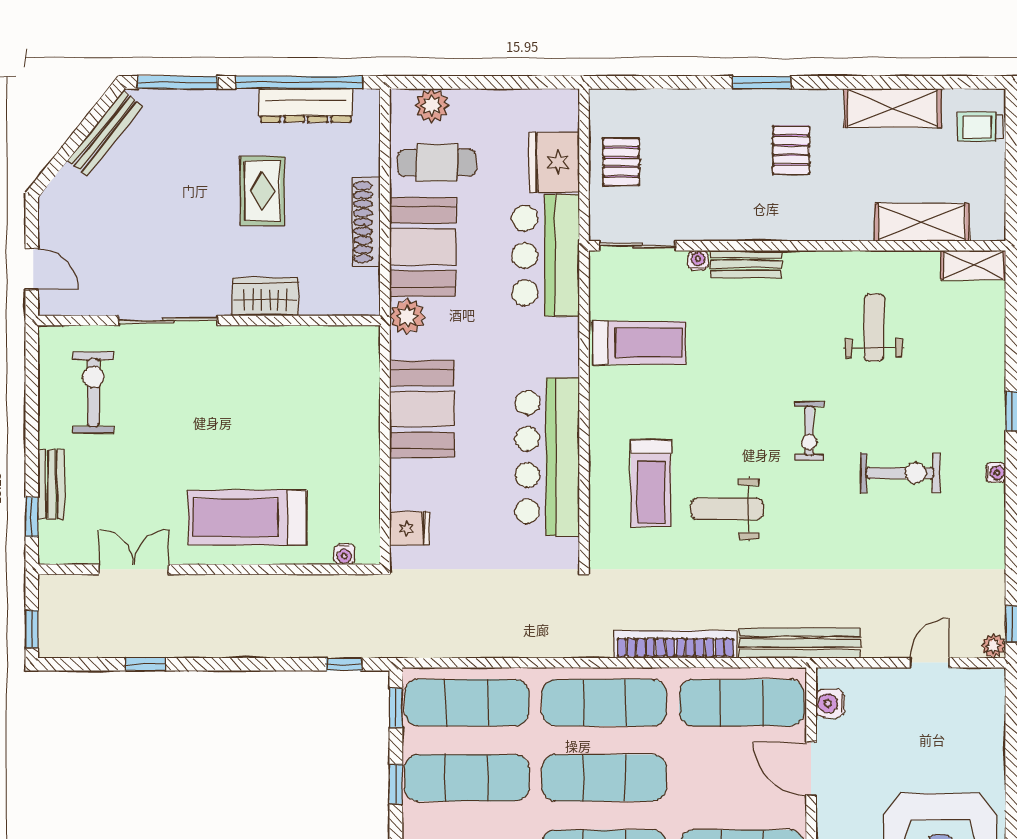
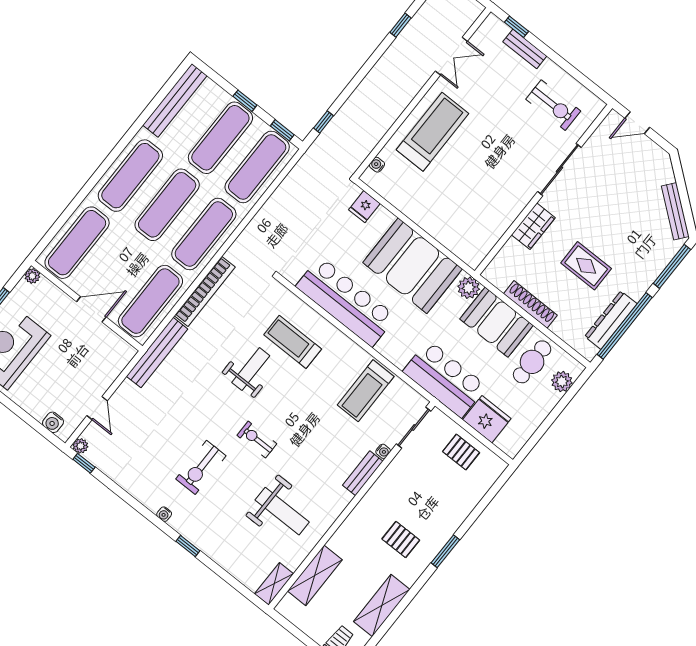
weight bench: (874, 328) -> (282, 511), width x1.36, depth x1.33
booth: (422, 409) -> (412, 266), width x1.36, depth x1.42
water cooler: (830, 703) -> (53, 422), moved, turned 180

